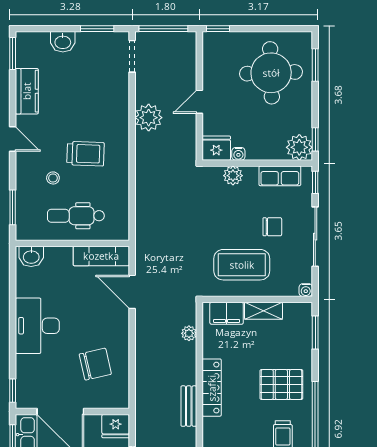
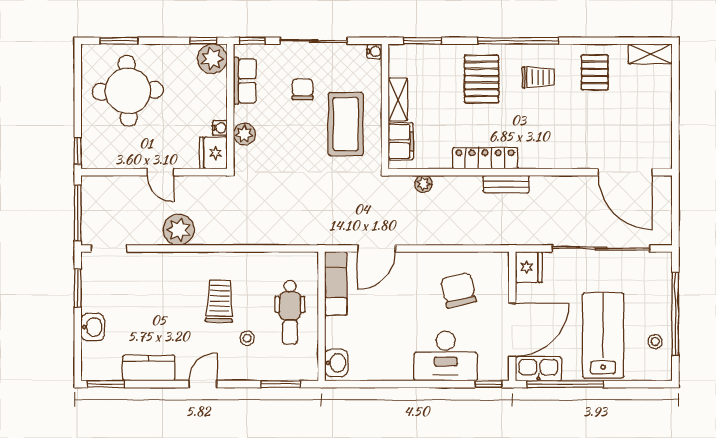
desk: (37, 326) -> (446, 356), moved

